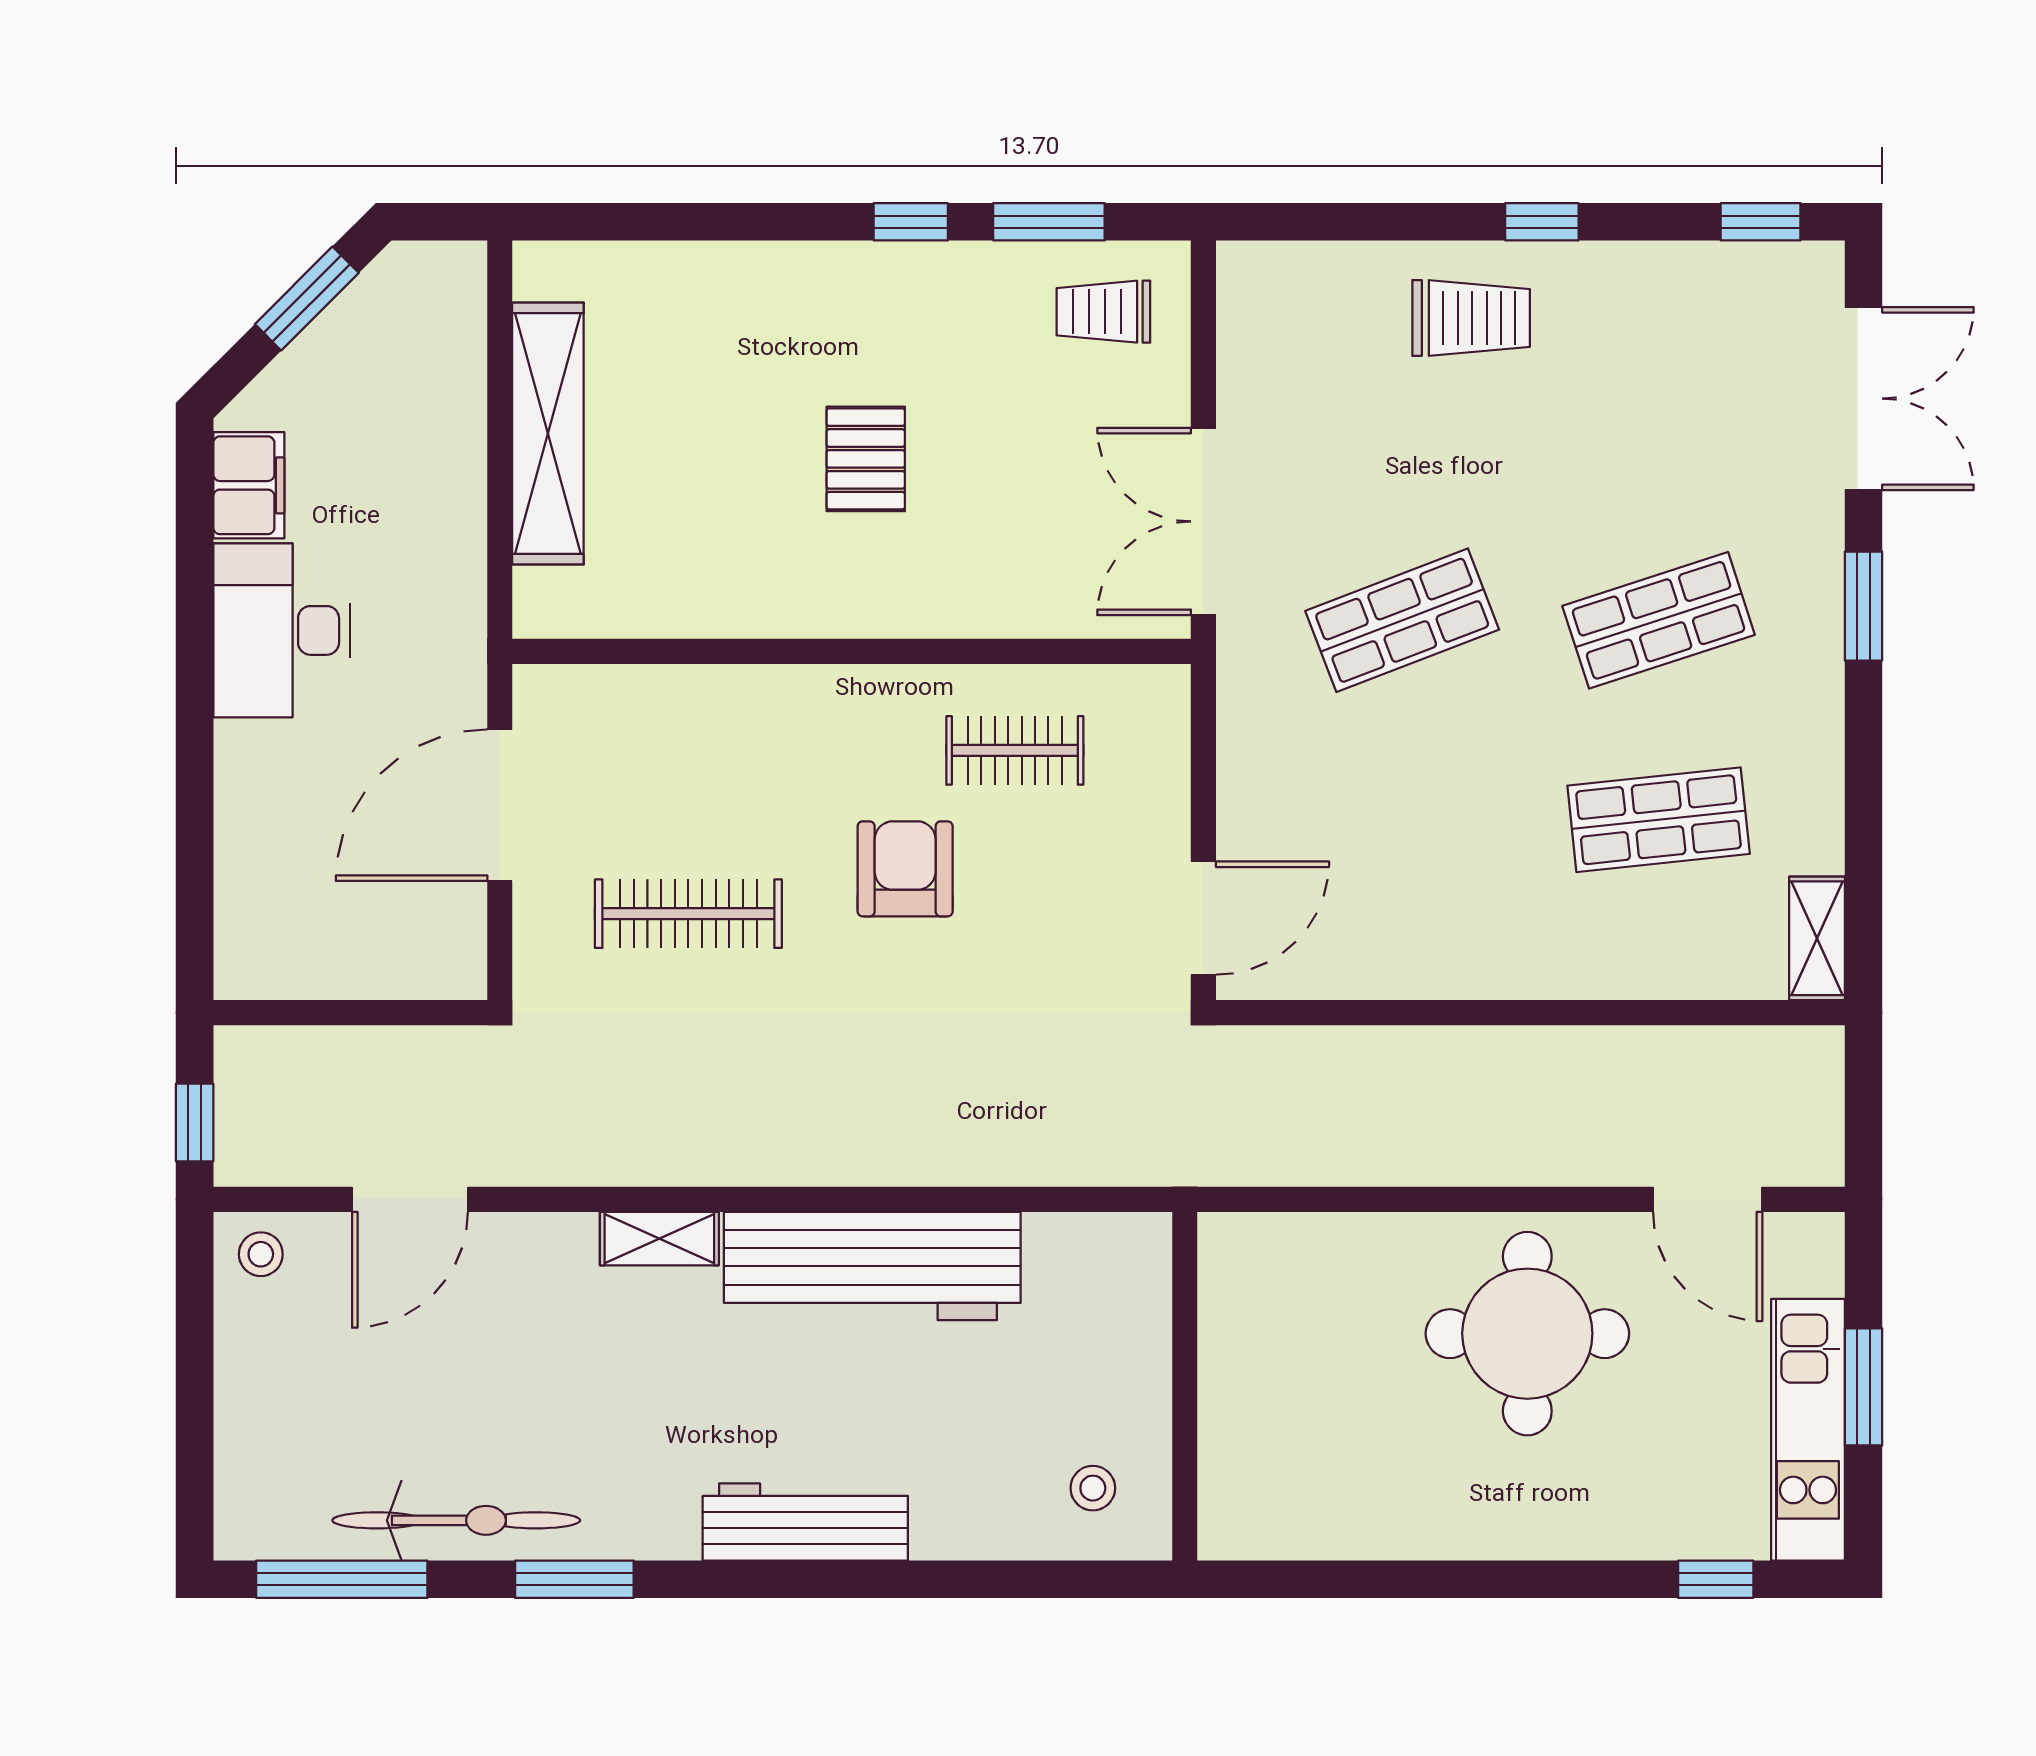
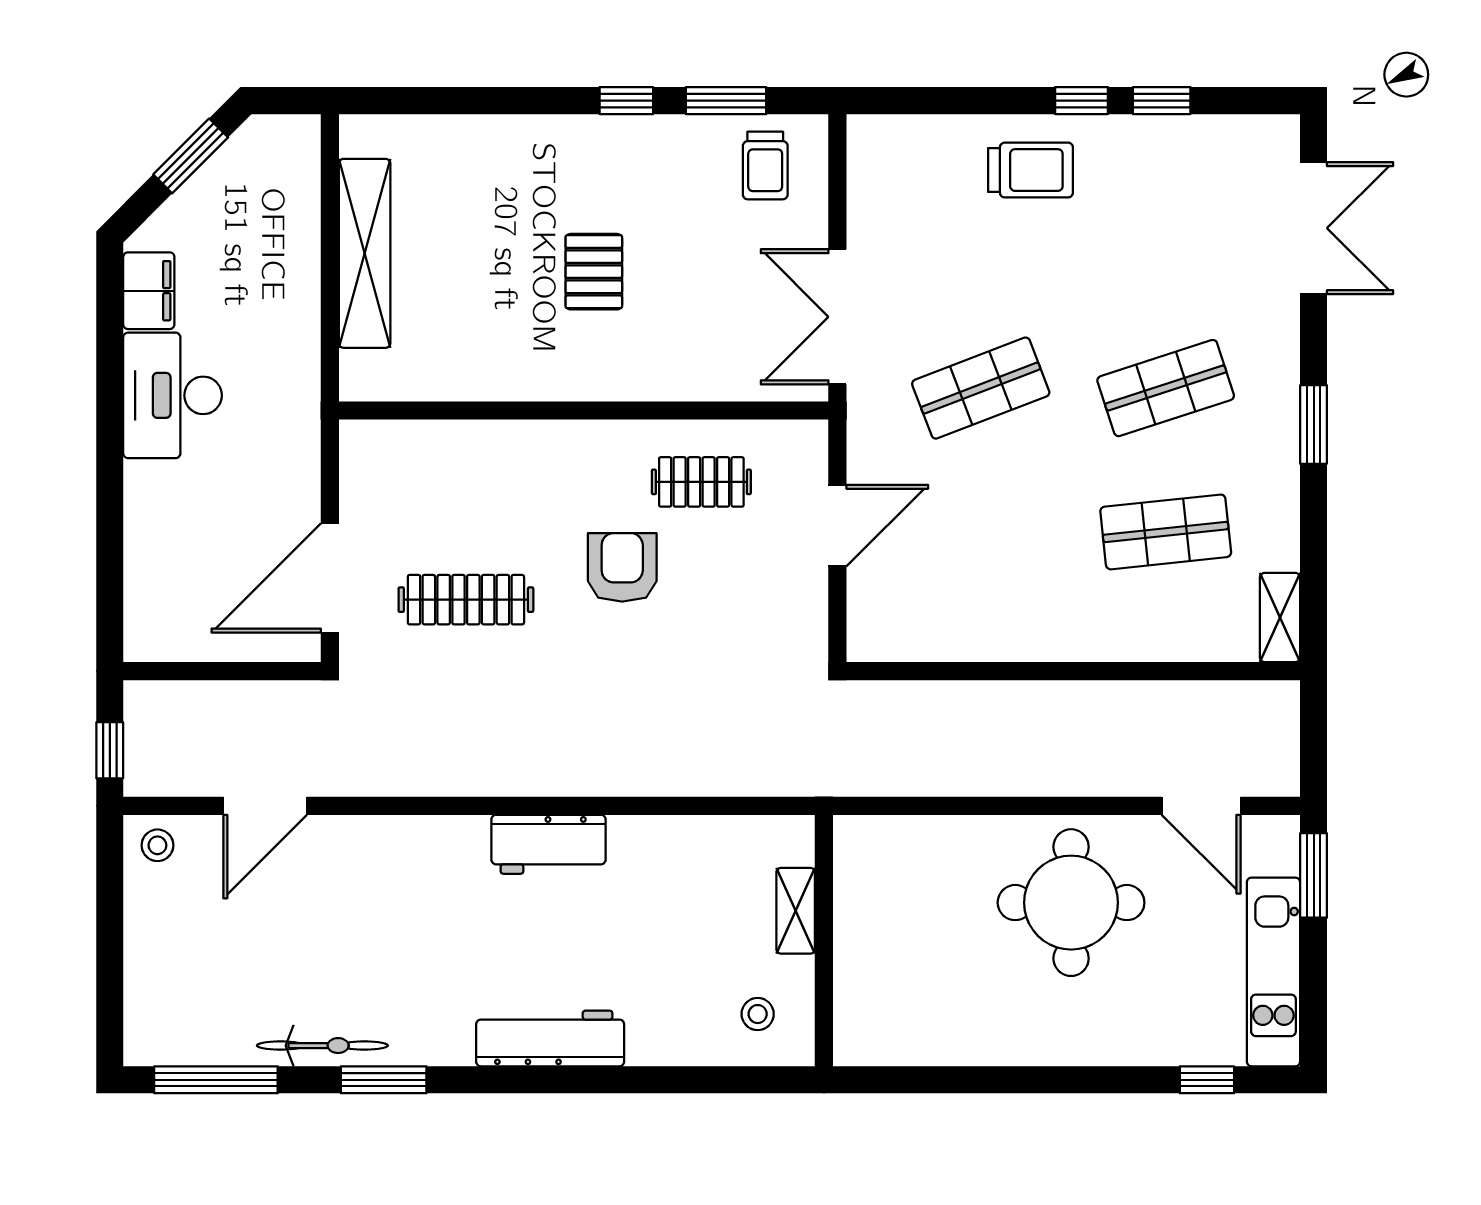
window: (1761, 222) -> (1162, 101), moved
trolley: (1103, 312) -> (765, 165), turned -90
window: (1864, 606) -> (1314, 425), moved
door: (500, 805) -> (330, 578), moved
door: (1203, 918) -> (837, 526), moved
shelving: (659, 1239) -> (796, 911), moved, turned 90
workbench: (872, 1266) -> (549, 844), width x0.53, depth x0.76
window: (1864, 1387) -> (1314, 875), moved
bicycle: (456, 1520) -> (322, 1046), width x0.73, depth x0.71

